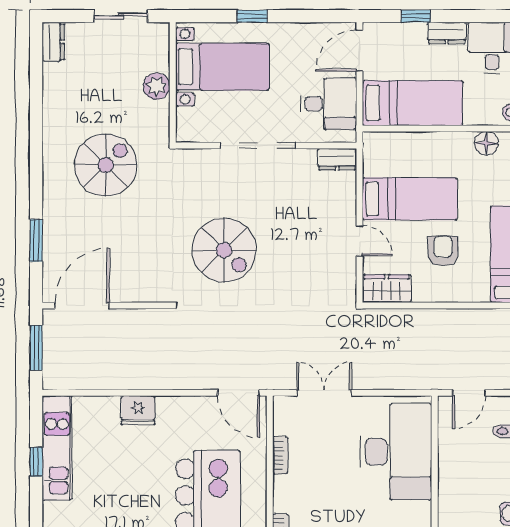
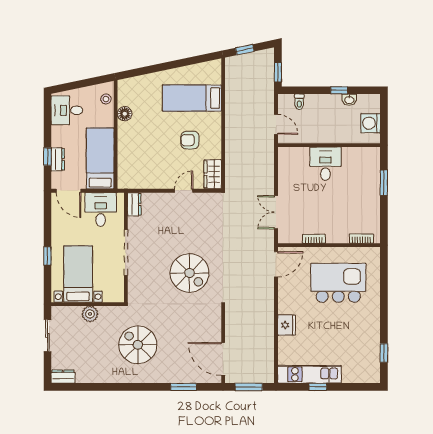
dresser: (447, 33) -> (58, 159), moved
bed: (410, 199) -> (158, 160), removed
spiral stairs: (224, 250) -> (189, 273), turned 90
desk: (396, 452) -> (325, 164), width x0.53, depth x0.77

